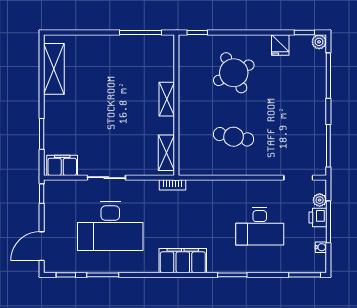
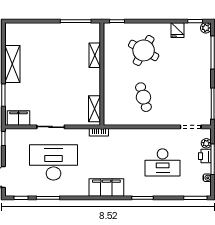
shelving: (54, 69) -> (12, 64), moved
round table: (234, 73) -> (144, 50), turned -34
shelving: (167, 99) -> (95, 55), moved
cafe table: (234, 137) -> (143, 97), turned 63
desk: (110, 226) -> (53, 162), turned 180

